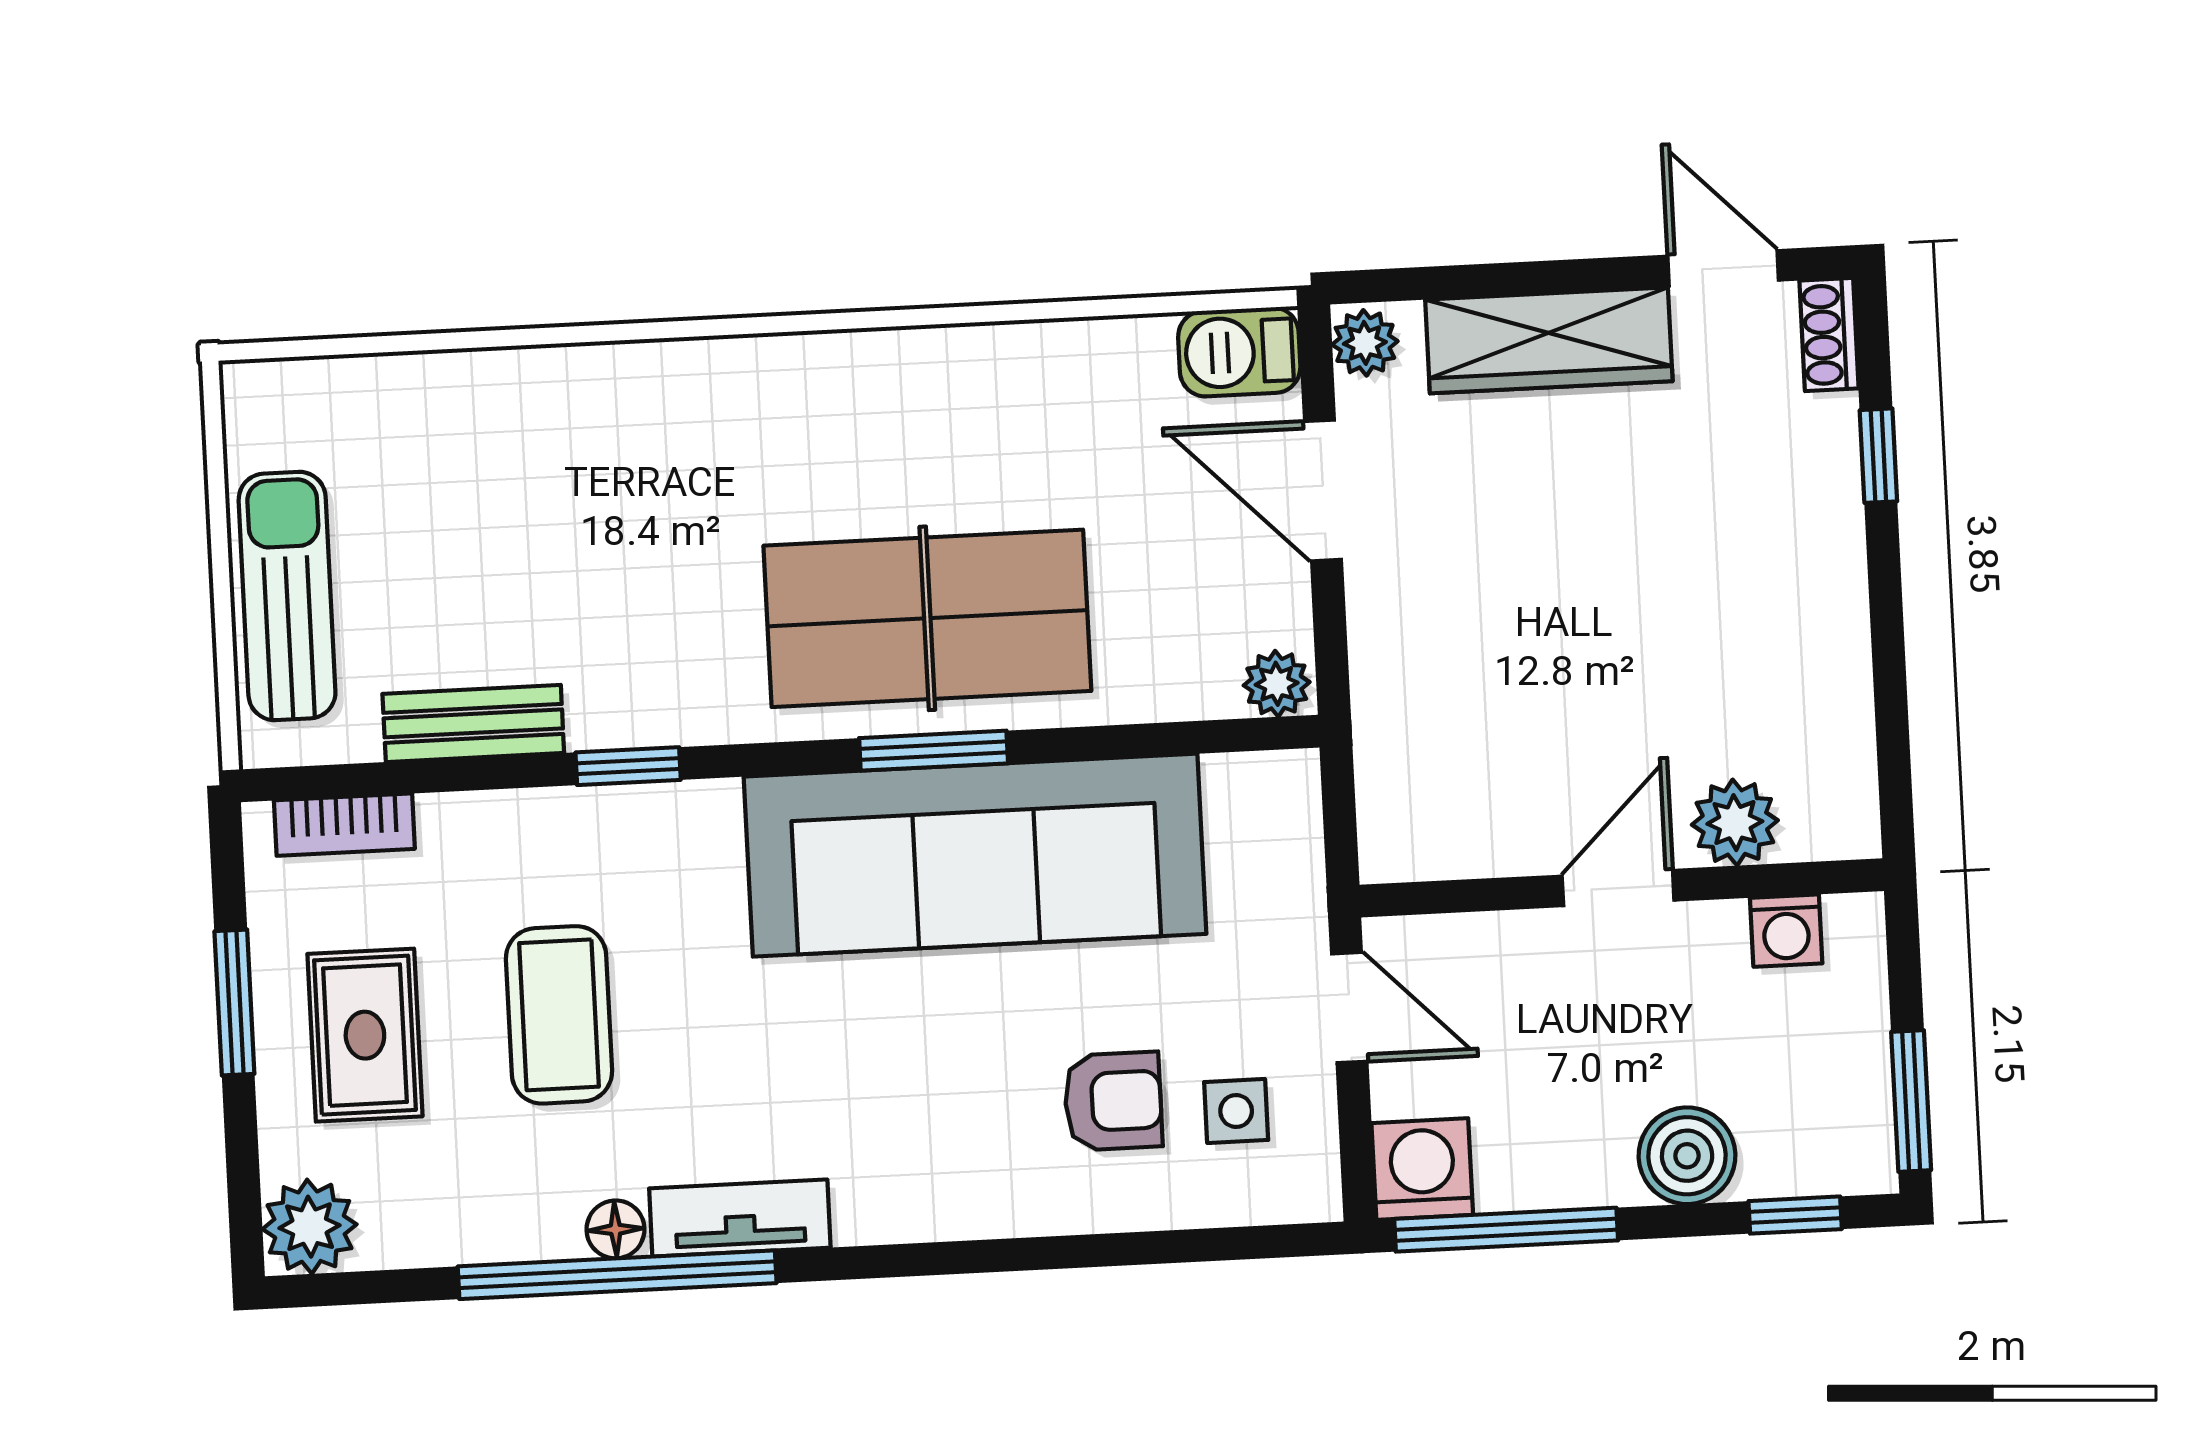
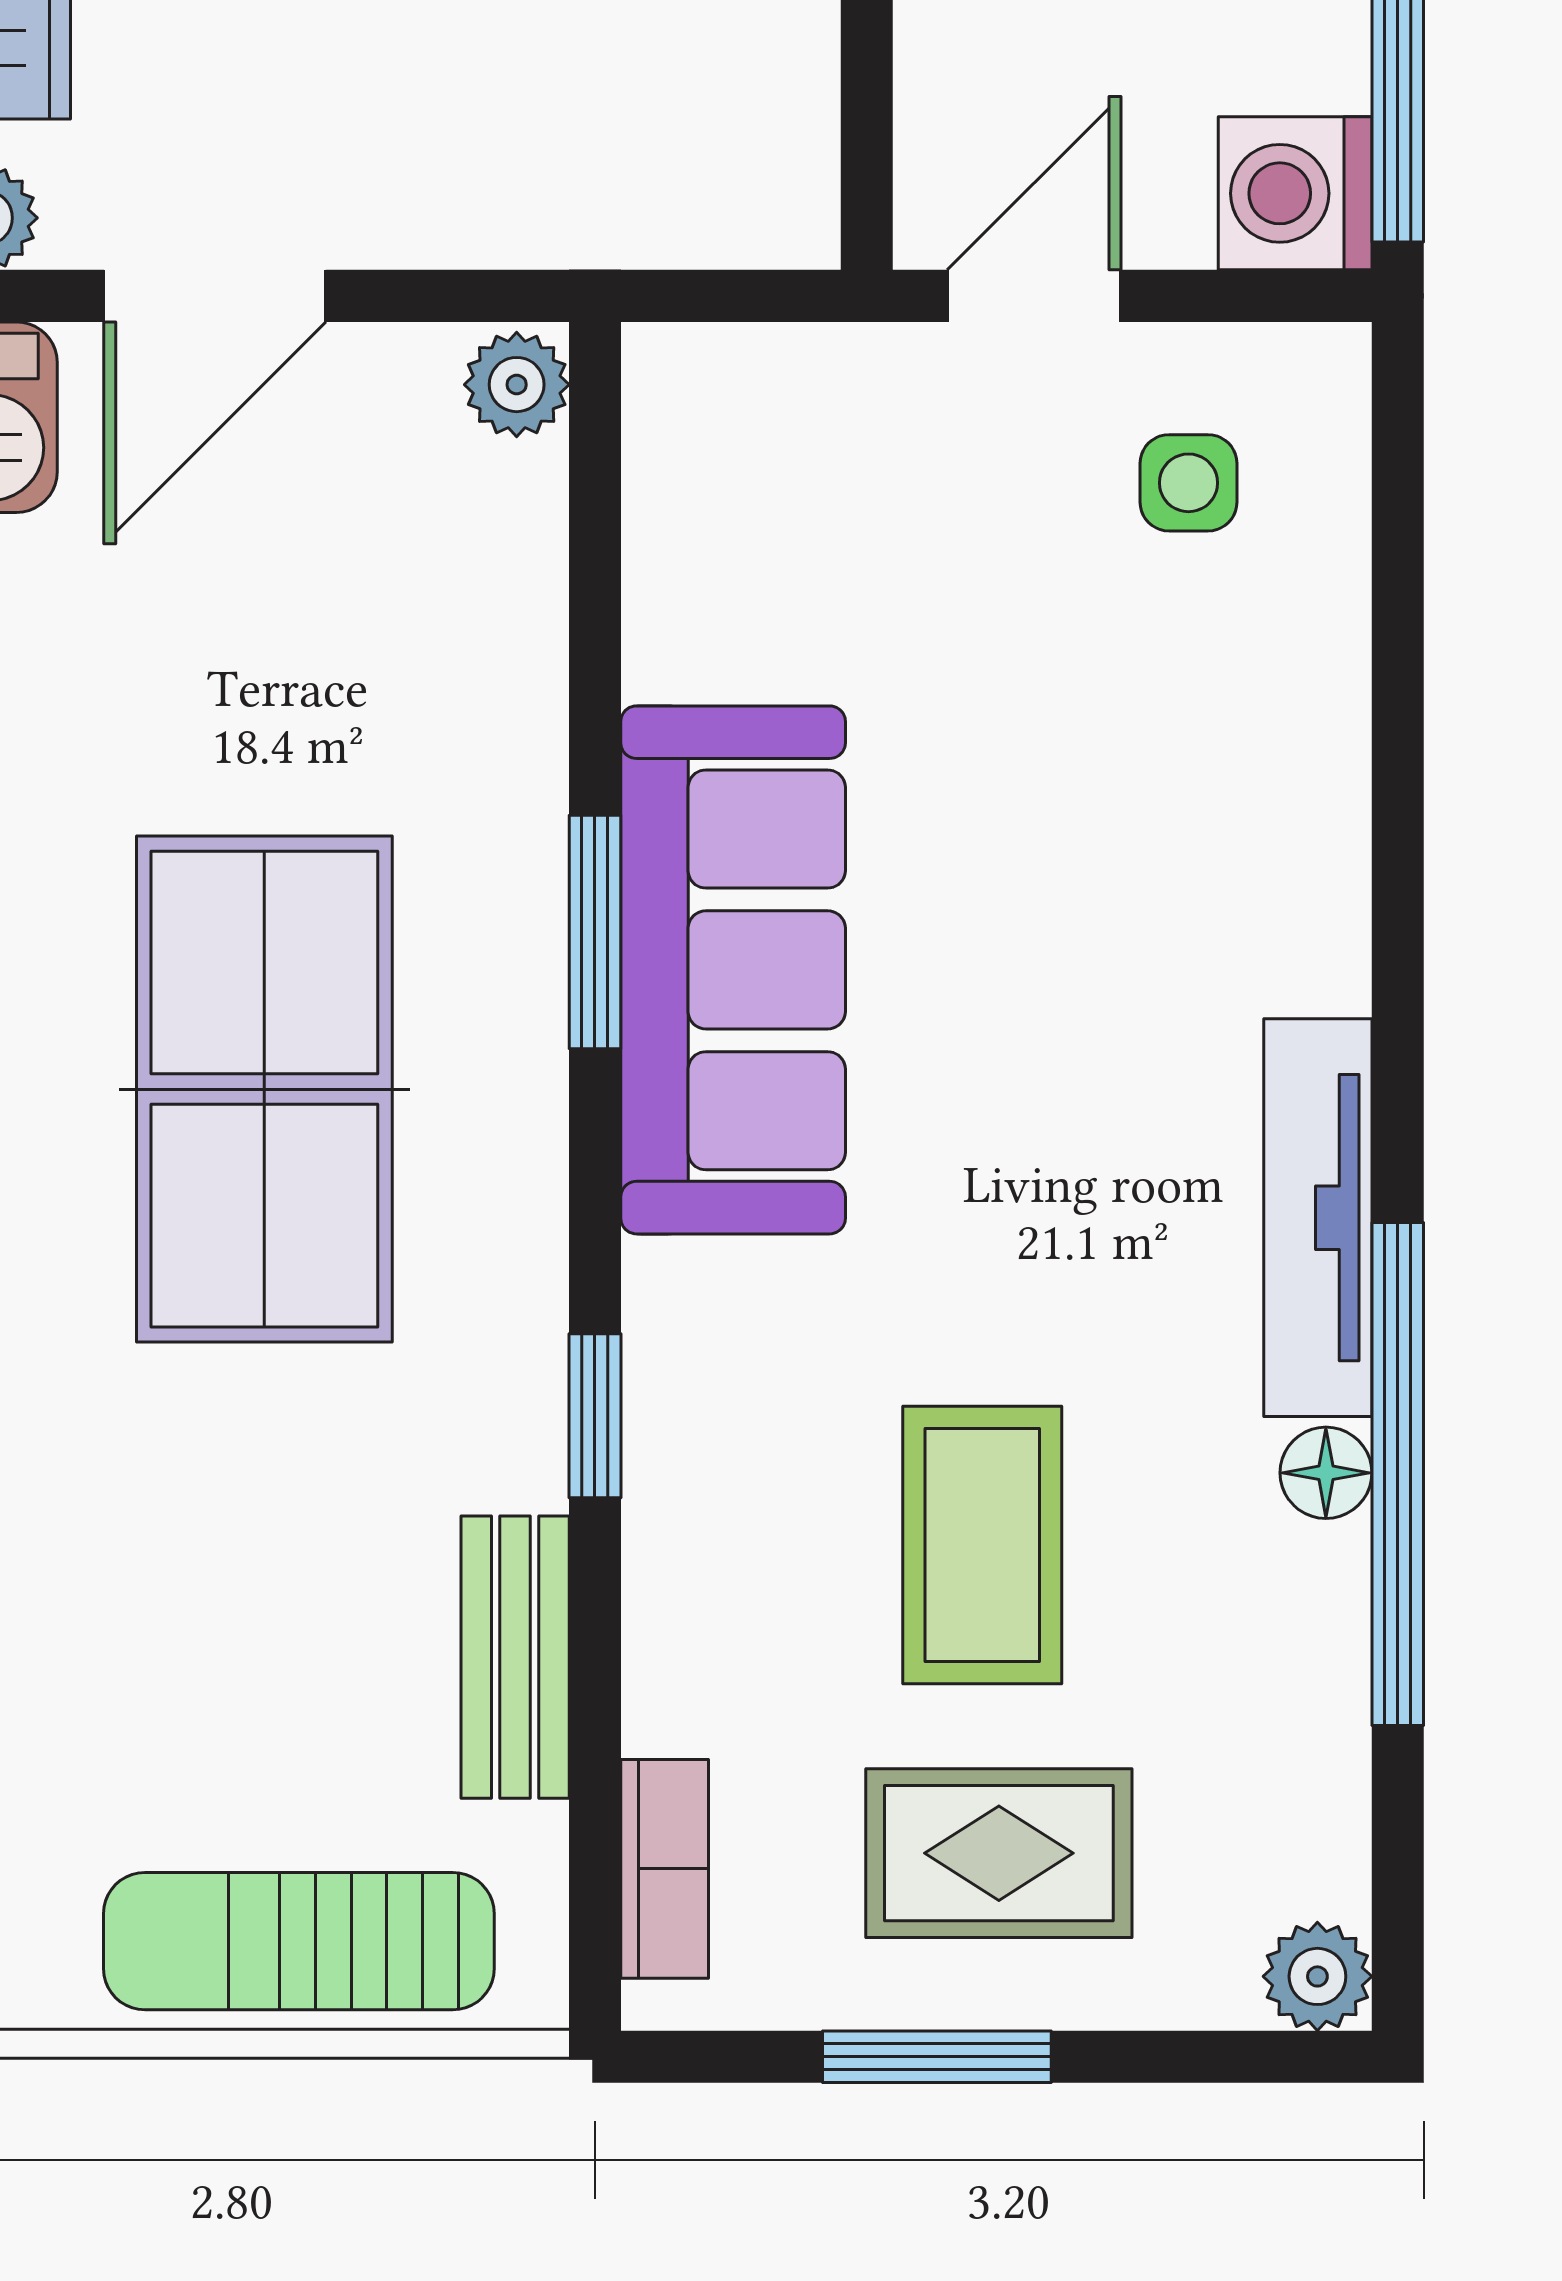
table tennis table: (927, 618) -> (264, 1089), moved
sofa: (975, 855) -> (733, 970), width x0.74, depth x0.79
coffee table: (559, 1015) -> (982, 1545), turned 90
armchair: (1113, 1101) -> (1163, 676), removed
tv unit: (740, 1218) -> (1318, 1218), width x1.41
plant: (310, 1227) -> (1317, 1976), width x0.73, depth x0.73

